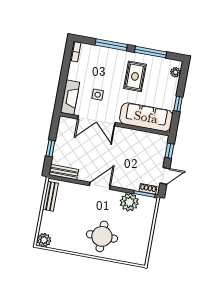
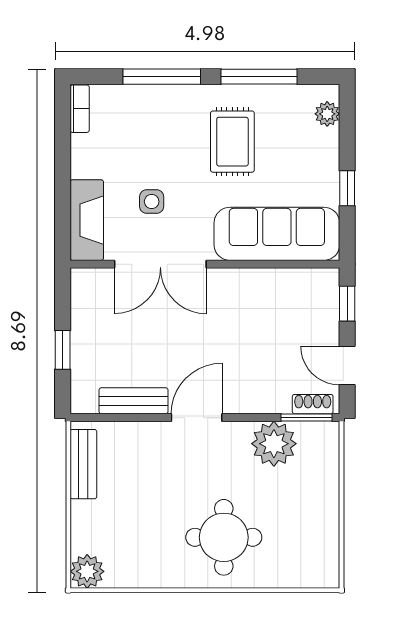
bench: (64, 172) -> (134, 401), moved
door: (165, 176) -> (347, 366), swing flipped

